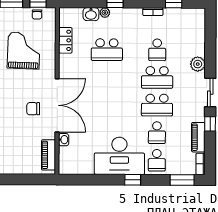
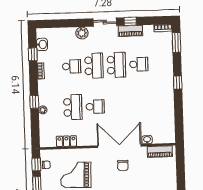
washbasin: (91, 14) -> (42, 44), moved
piano: (198, 137) -> (130, 31), moved
desk: (119, 156) -> (159, 94), removed
school desk: (157, 160) -> (95, 107), moved

